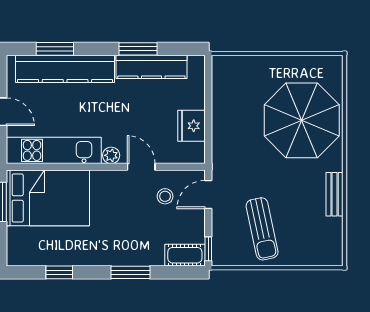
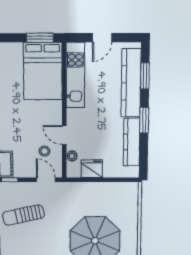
window: (138, 49) -> (144, 120), moved
plant: (111, 155) -> (72, 156), moved
door: (141, 167) -> (64, 135), swing flipped

